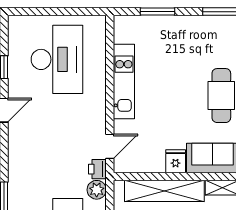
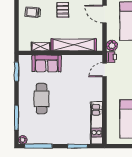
kitchen unit: (124, 81) -> (97, 123), moved
fridge: (176, 161) -> (67, 62), removed

